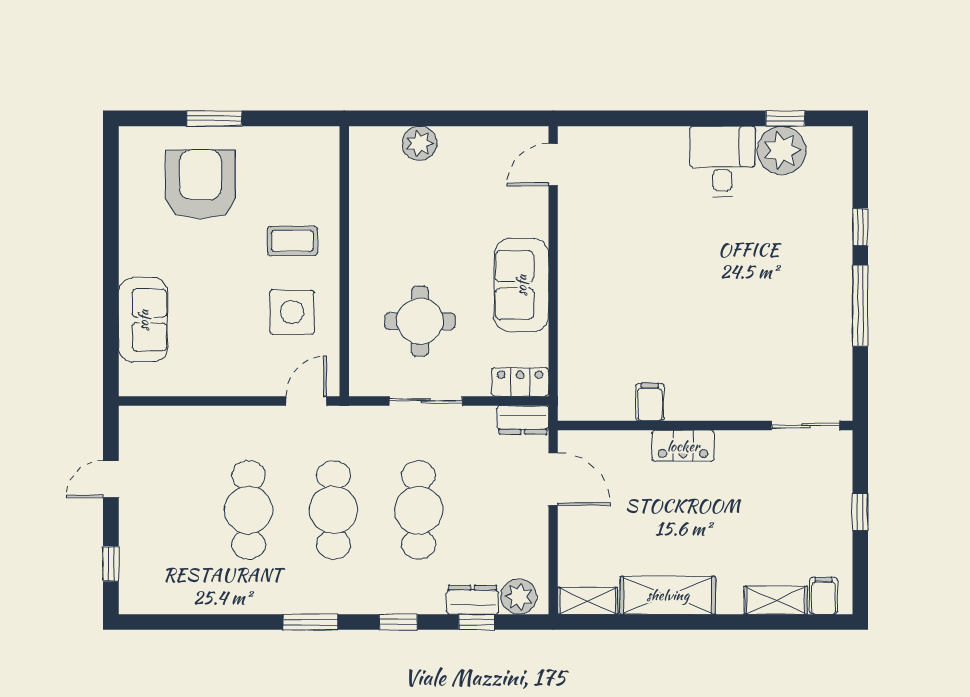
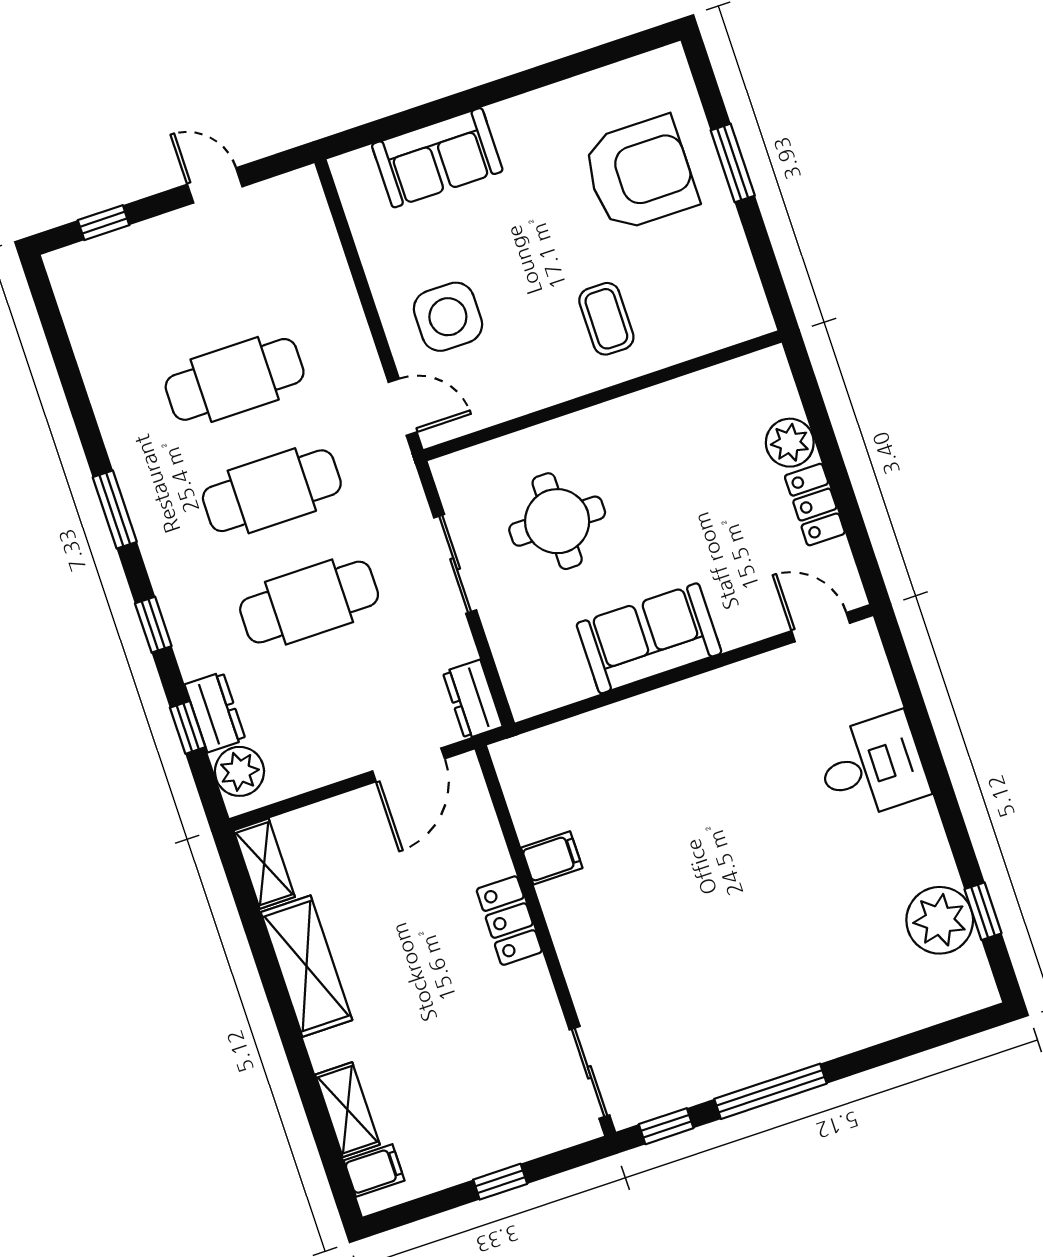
desk: (722, 161) -> (872, 767), moved
window: (860, 227) -> (666, 1126), moved
side table: (292, 312) -> (448, 317), moved
locker: (520, 382) -> (815, 505), moved, turned 180

